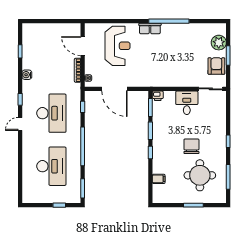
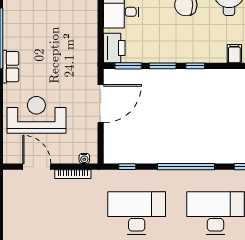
door: (83, 46) -> (37, 167), swing flipped
door: (114, 89) -> (101, 104), moved
printer: (158, 96) -> (114, 48), width x1.87, depth x1.48

